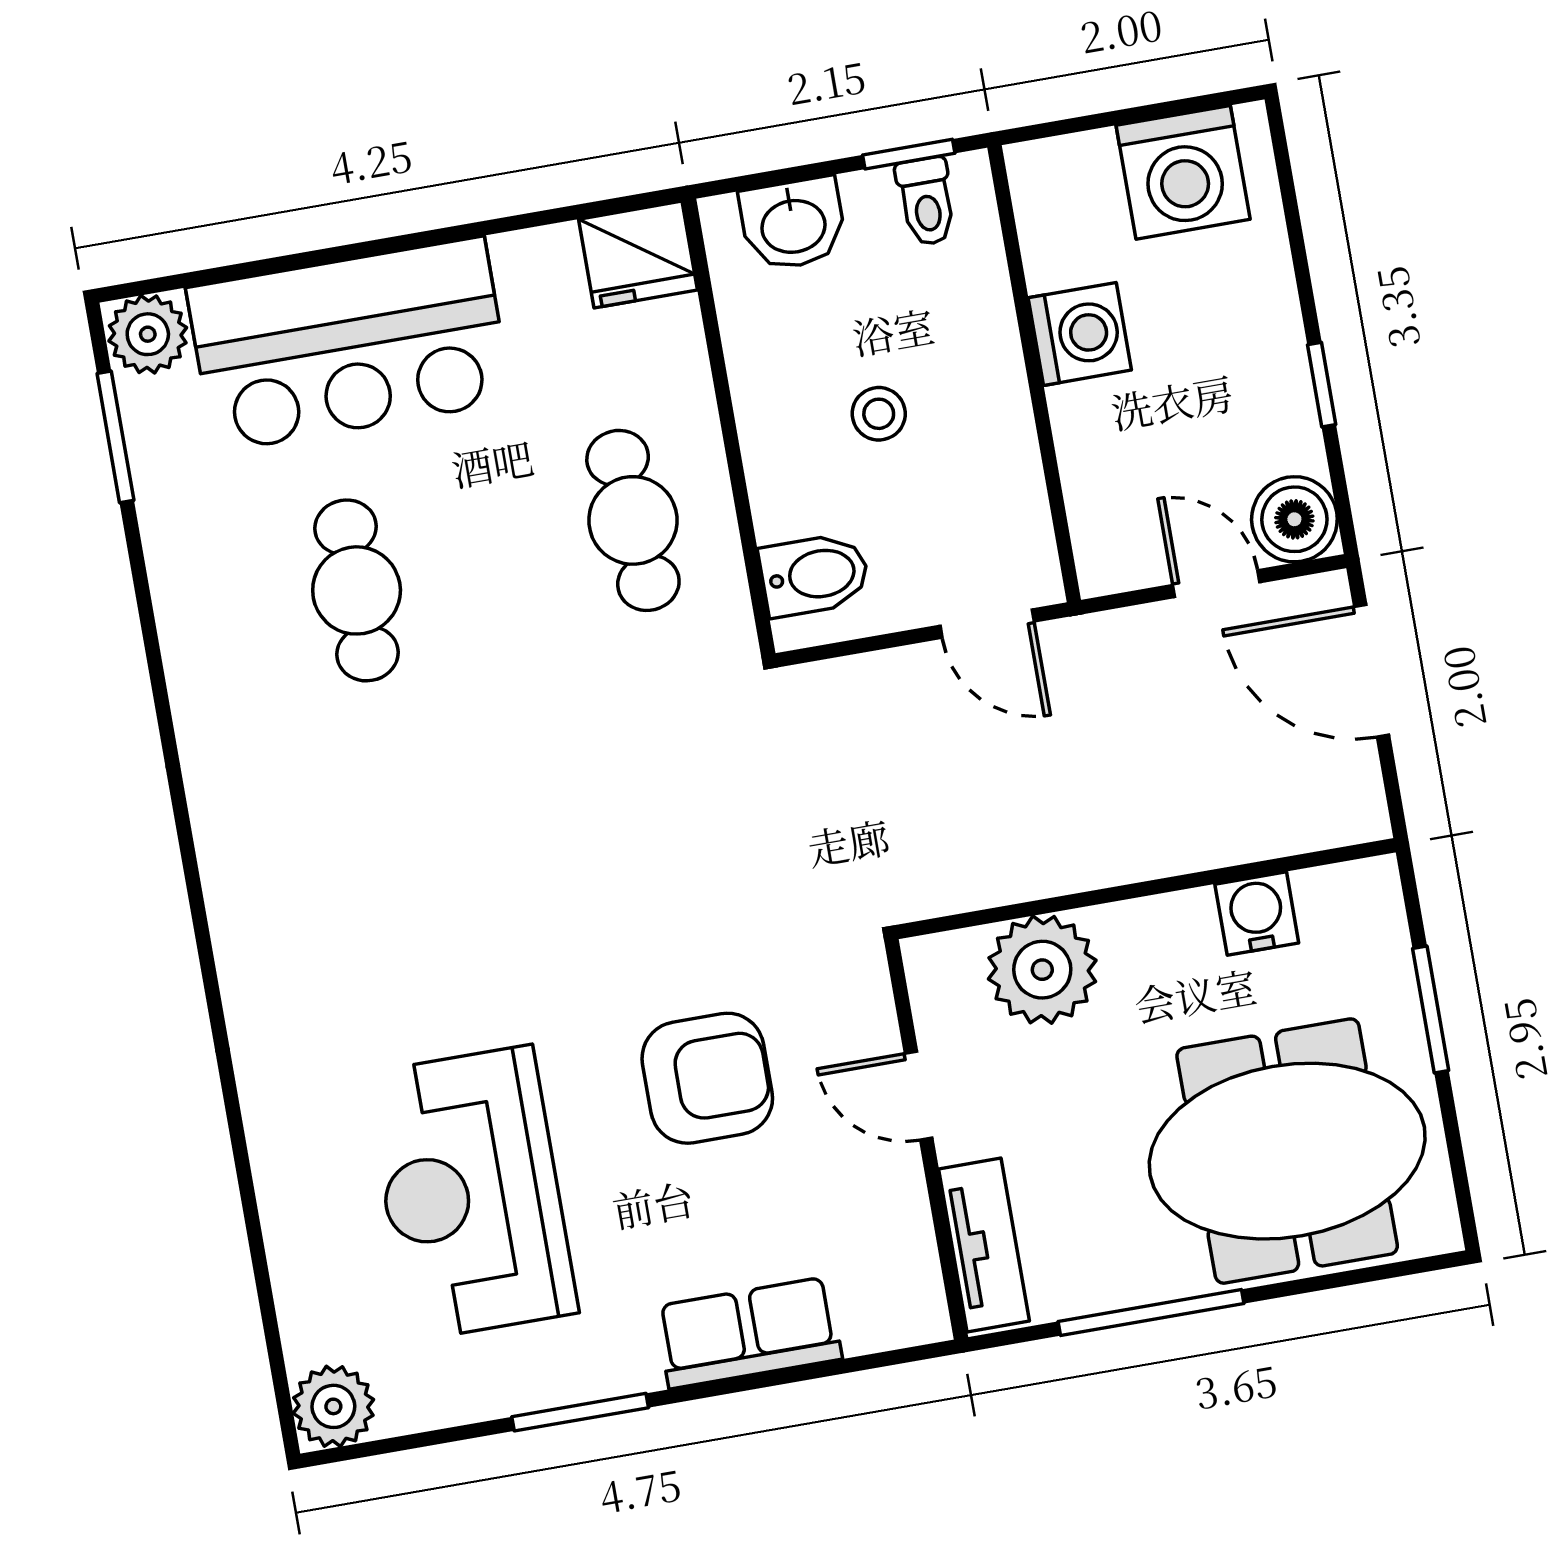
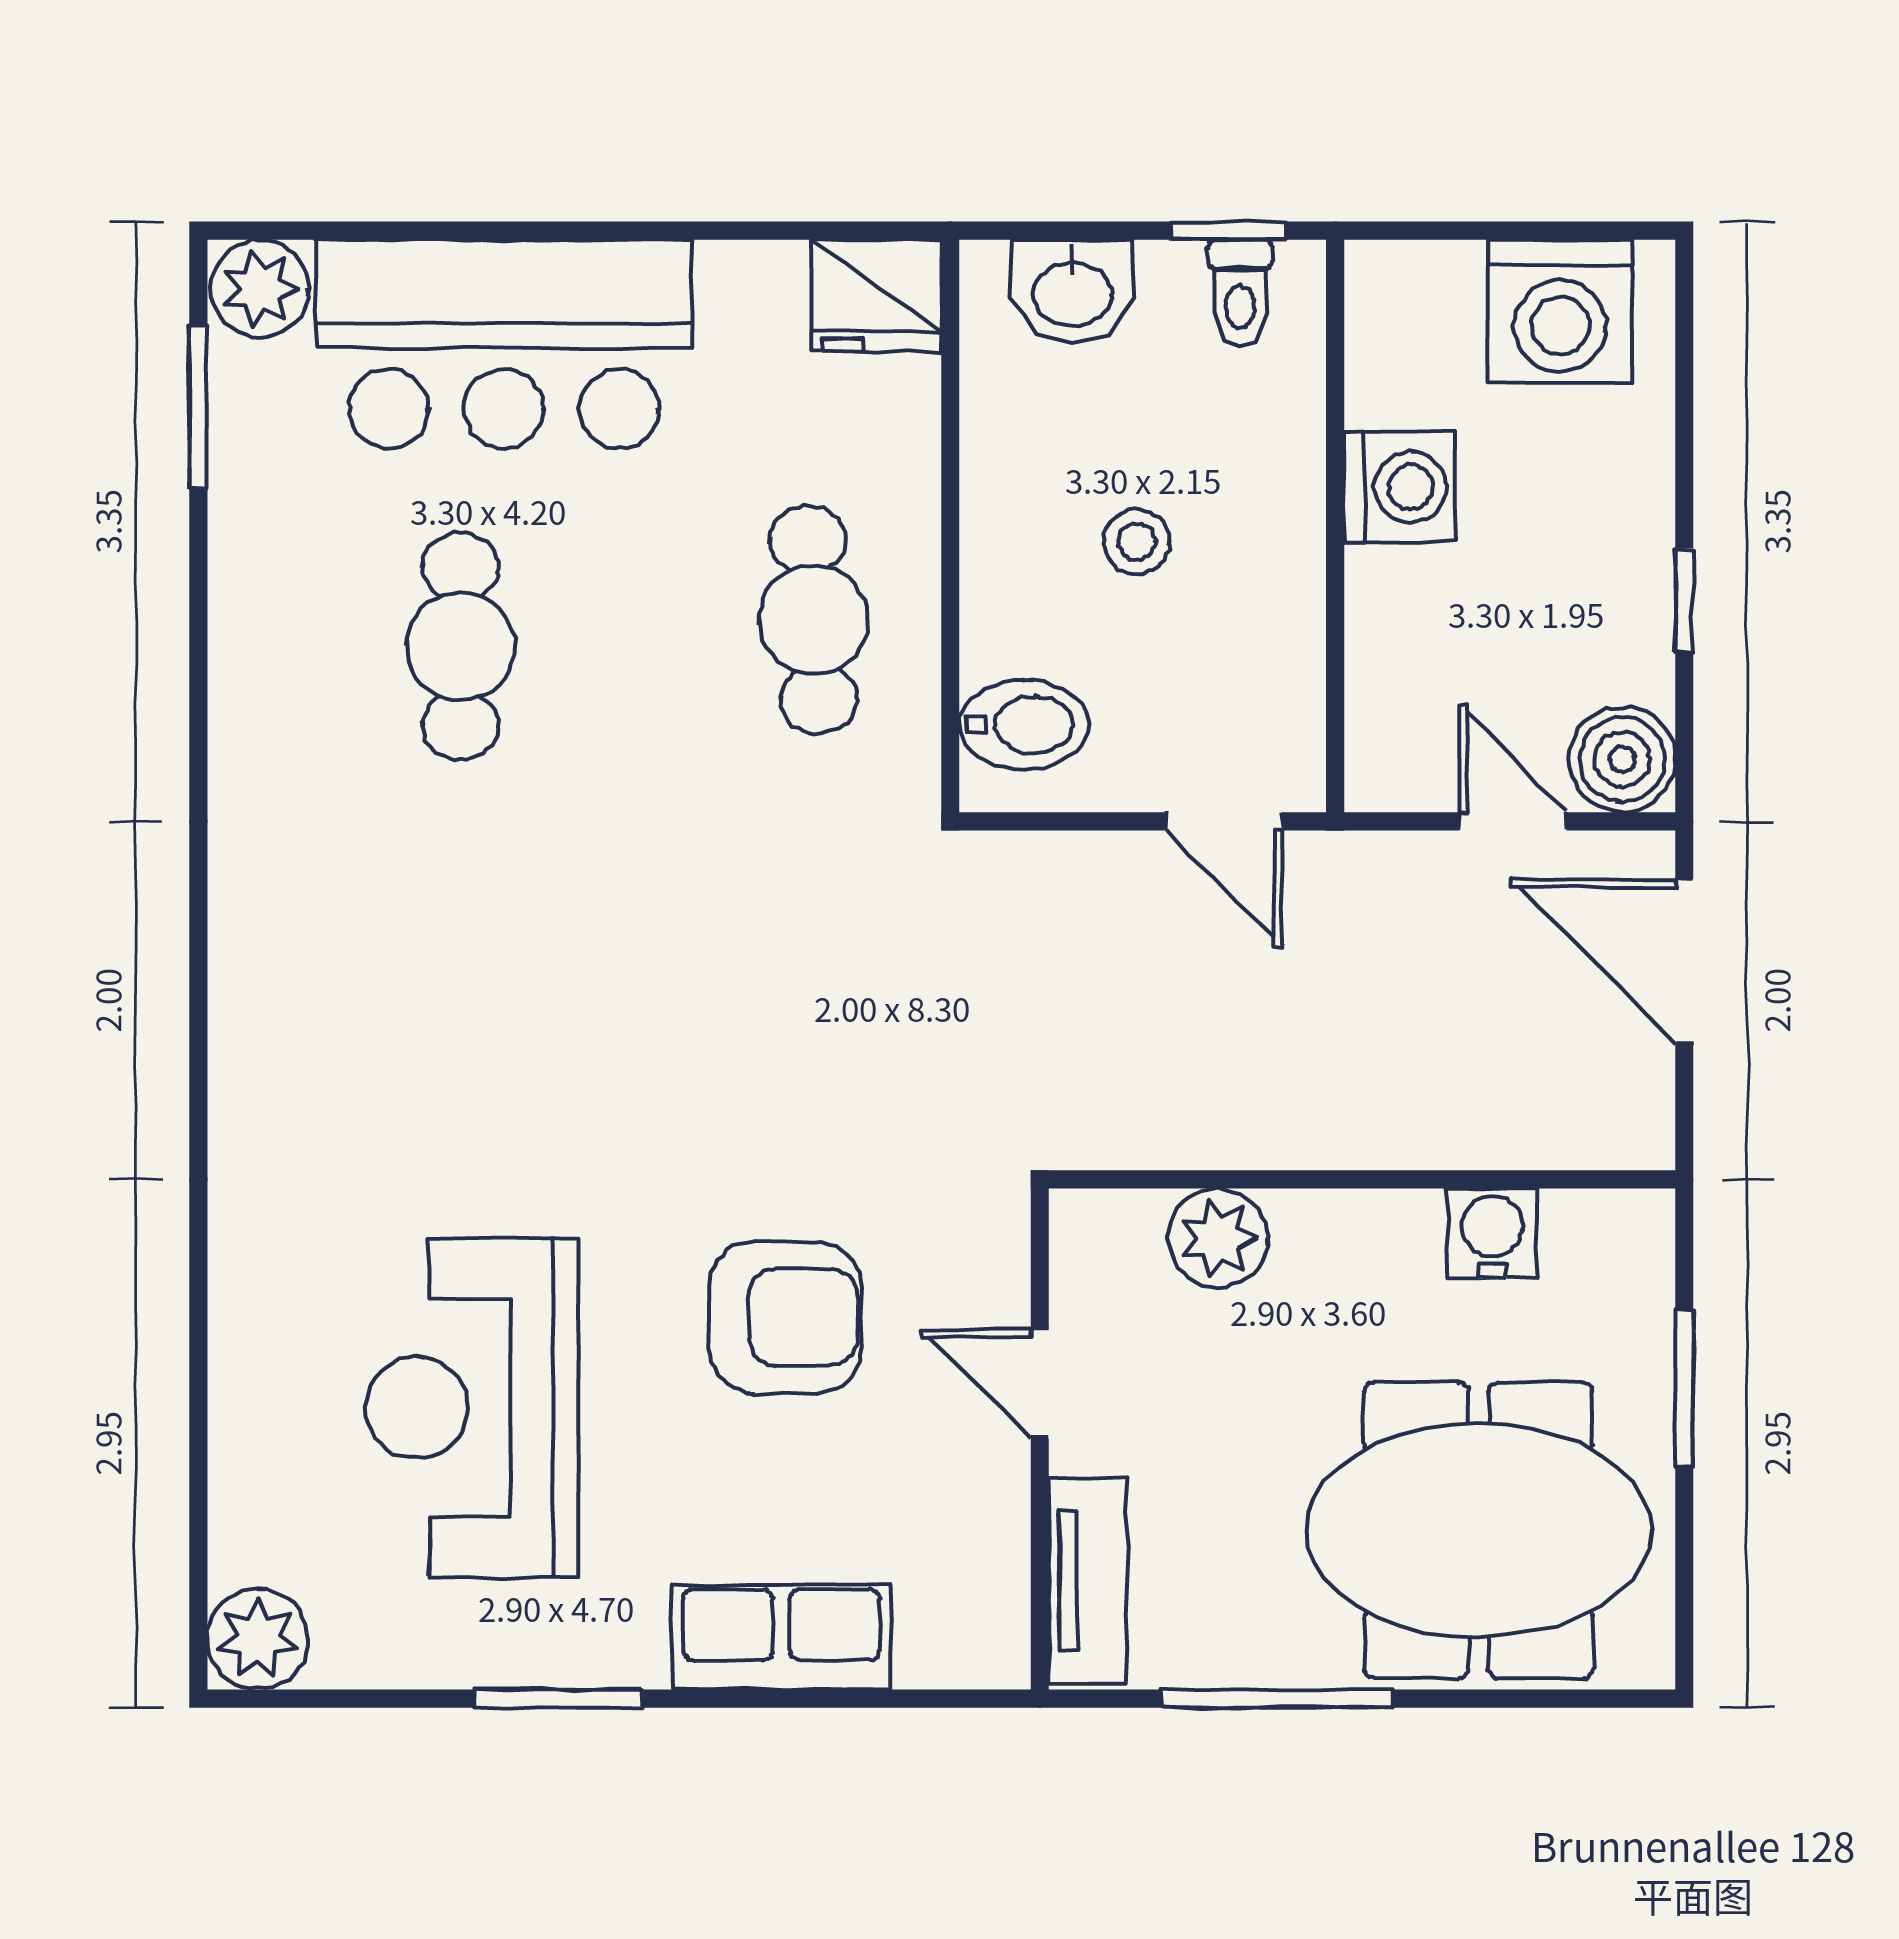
plant: (1042, 970) -> (1218, 1238), width x0.73, depth x0.73

